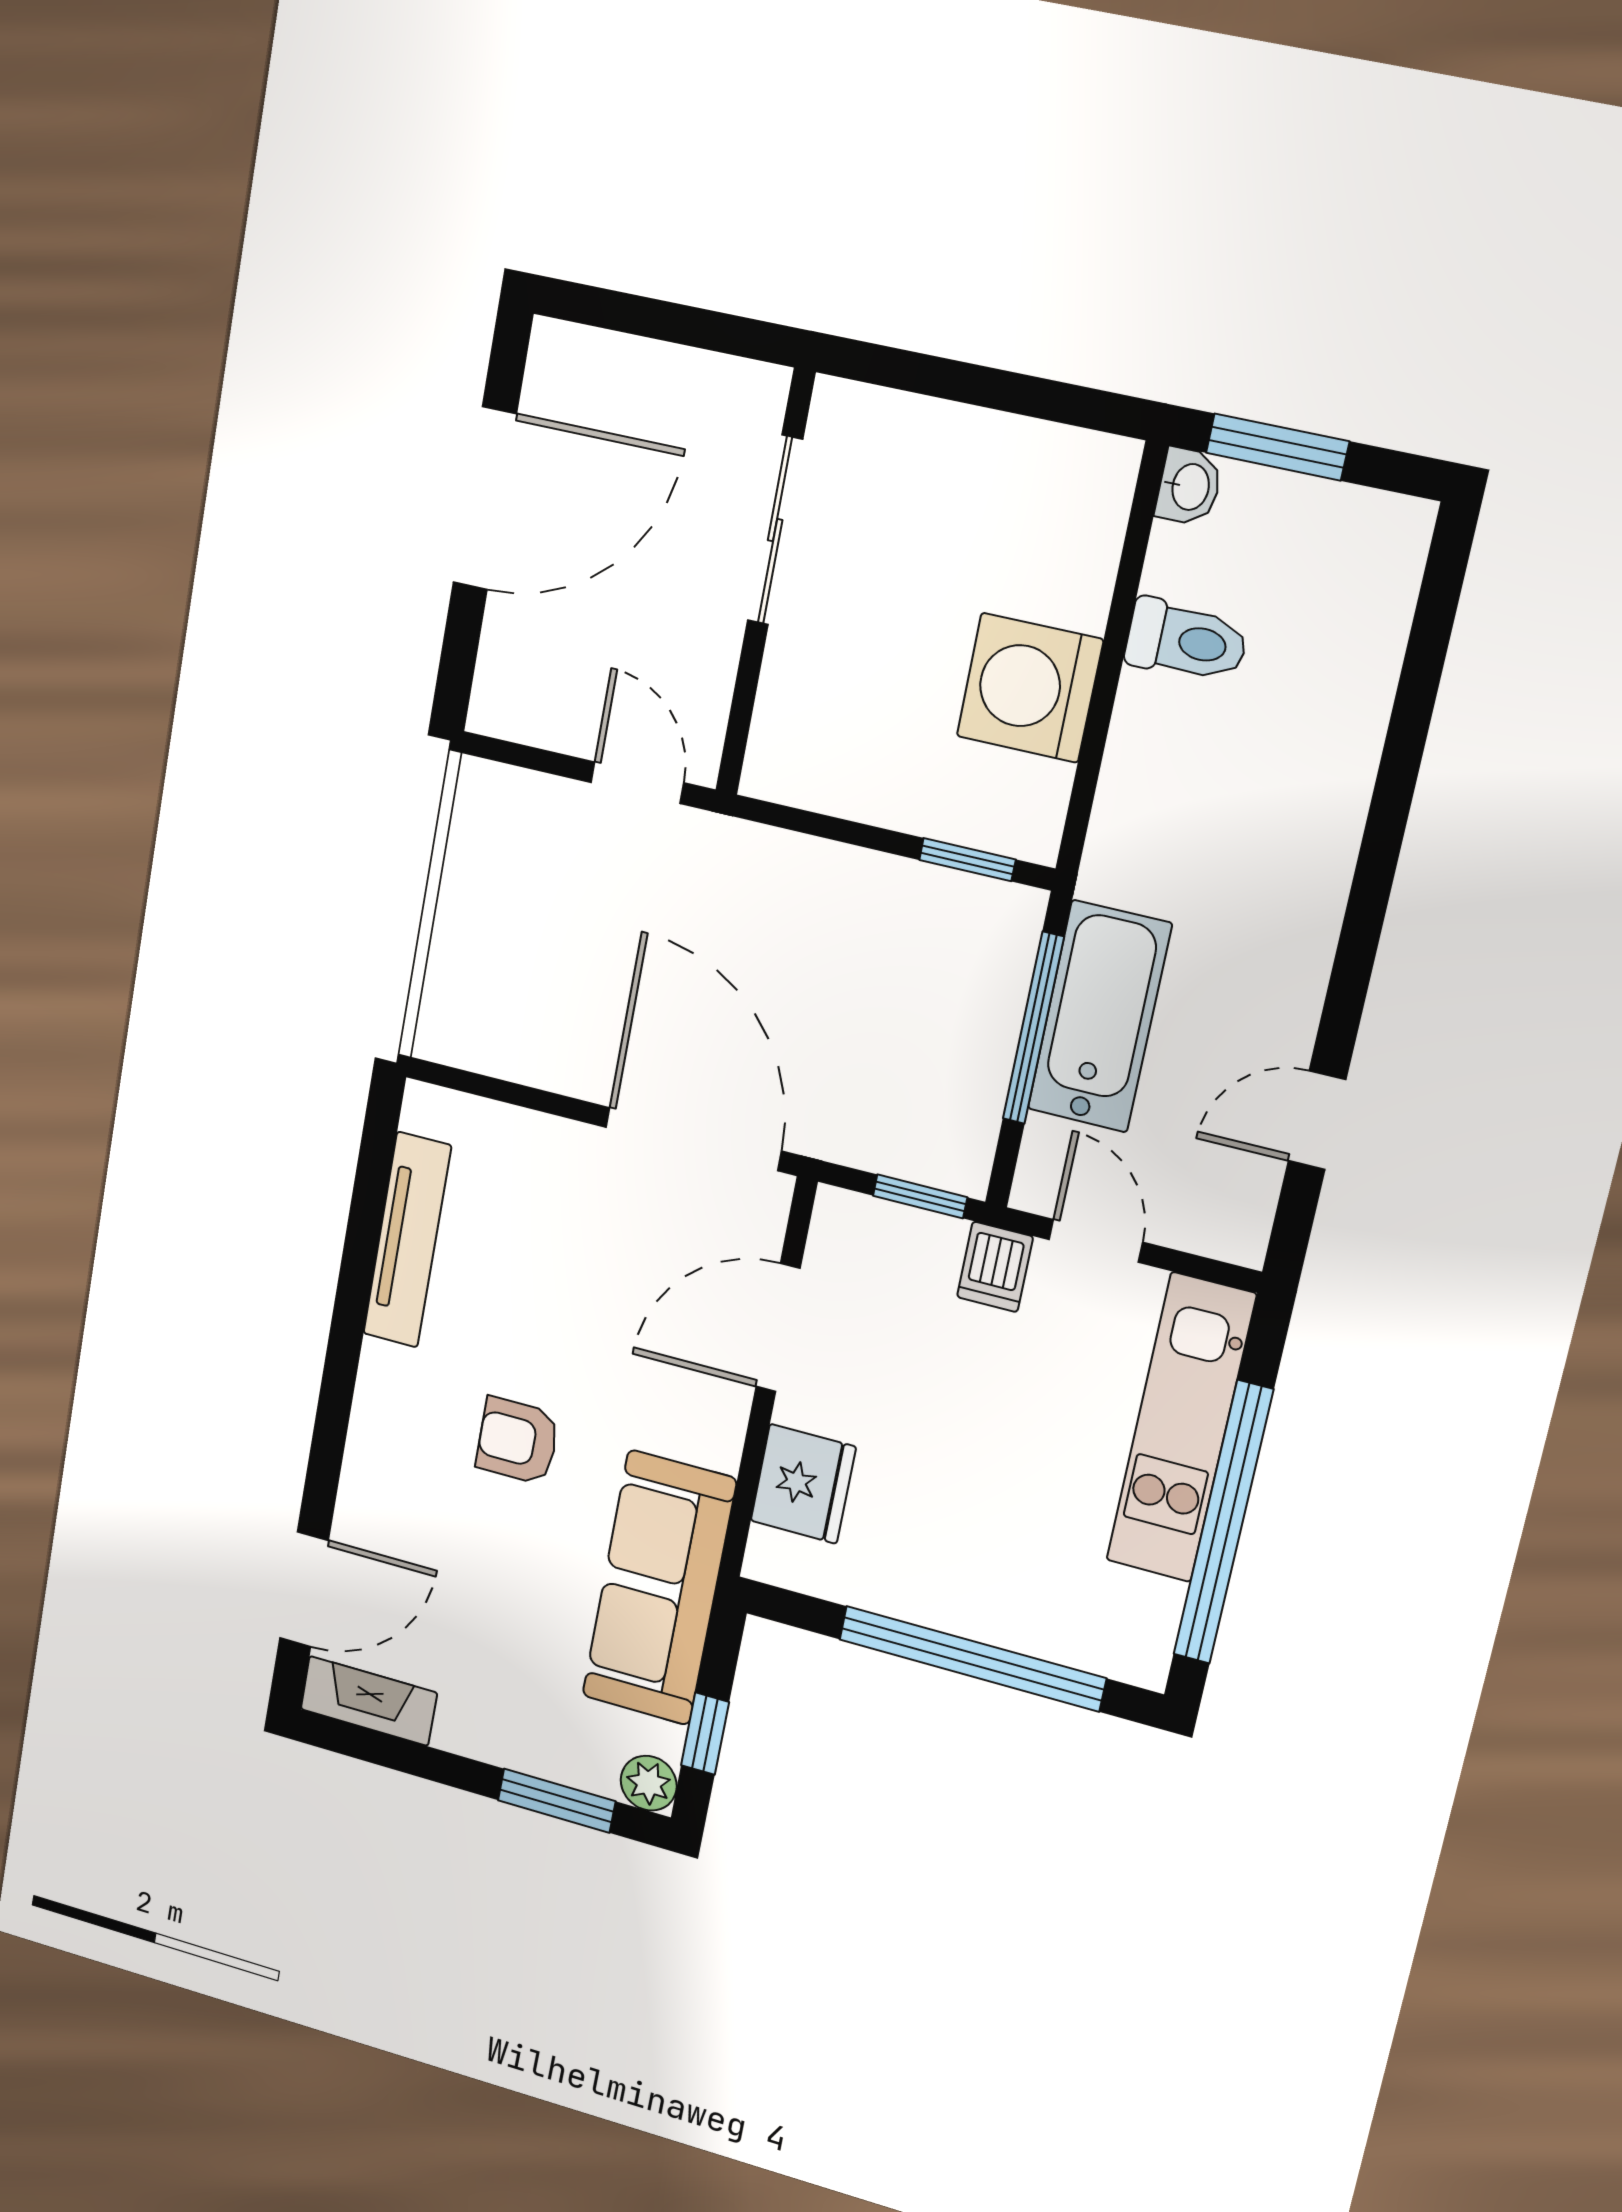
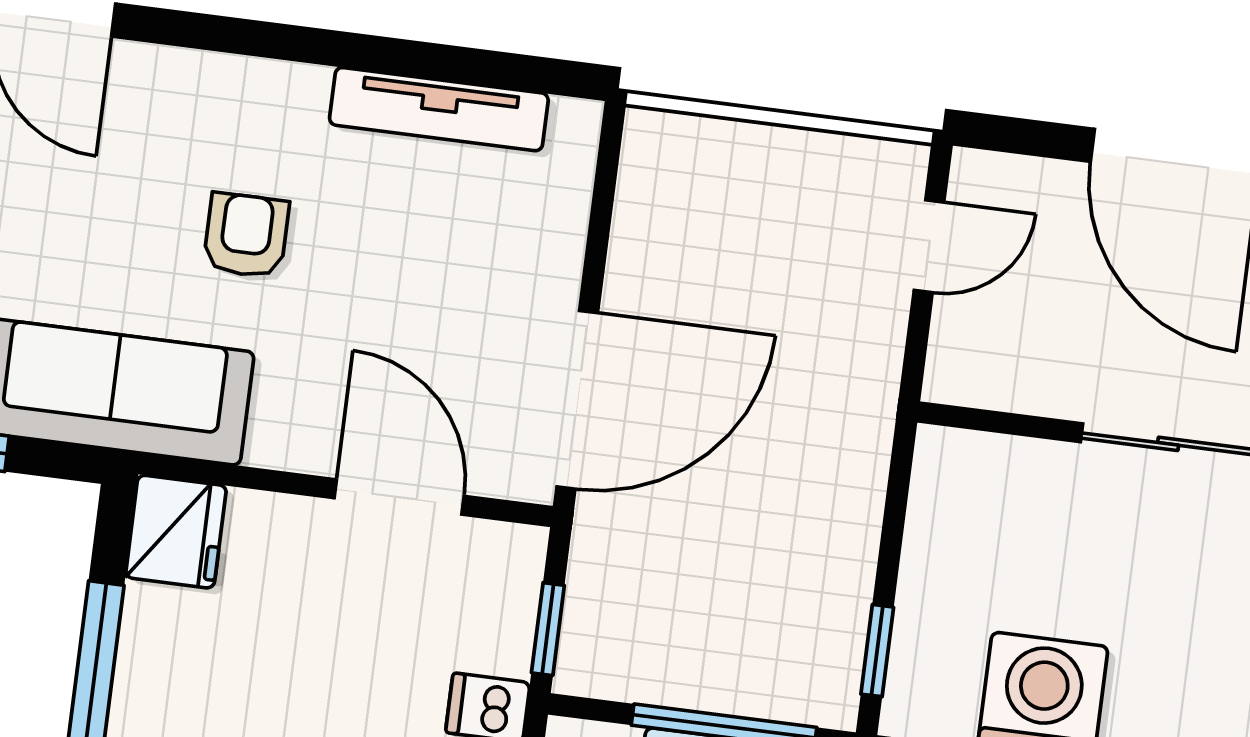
door: (637, 783) -> (929, 246), moved
fridge: (803, 1484) -> (176, 532), moved, turned -90

